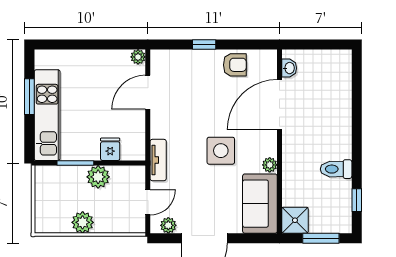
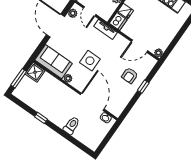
armchair: (235, 65) -> (130, 76), moved
door: (148, 92) -> (139, 46), swing flipped
dishwasher: (133, 149) -> (118, 22), added
toilet: (336, 169) -> (72, 125), moved
window: (357, 200) -> (41, 118), moved

